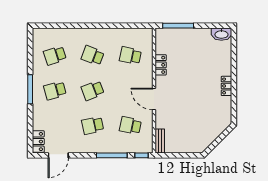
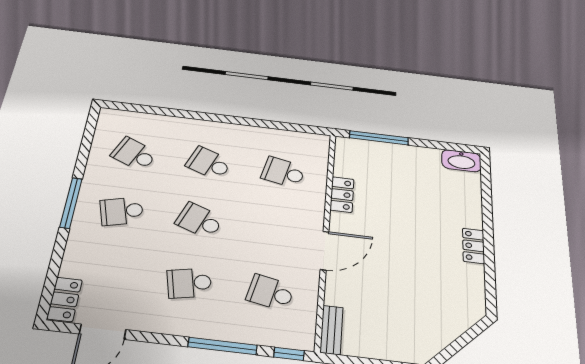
school desk: (55, 56) -> (134, 154), turned 42
school desk: (93, 90) -> (199, 221), turned 42
door: (154, 99) -> (325, 251), swing flipped

